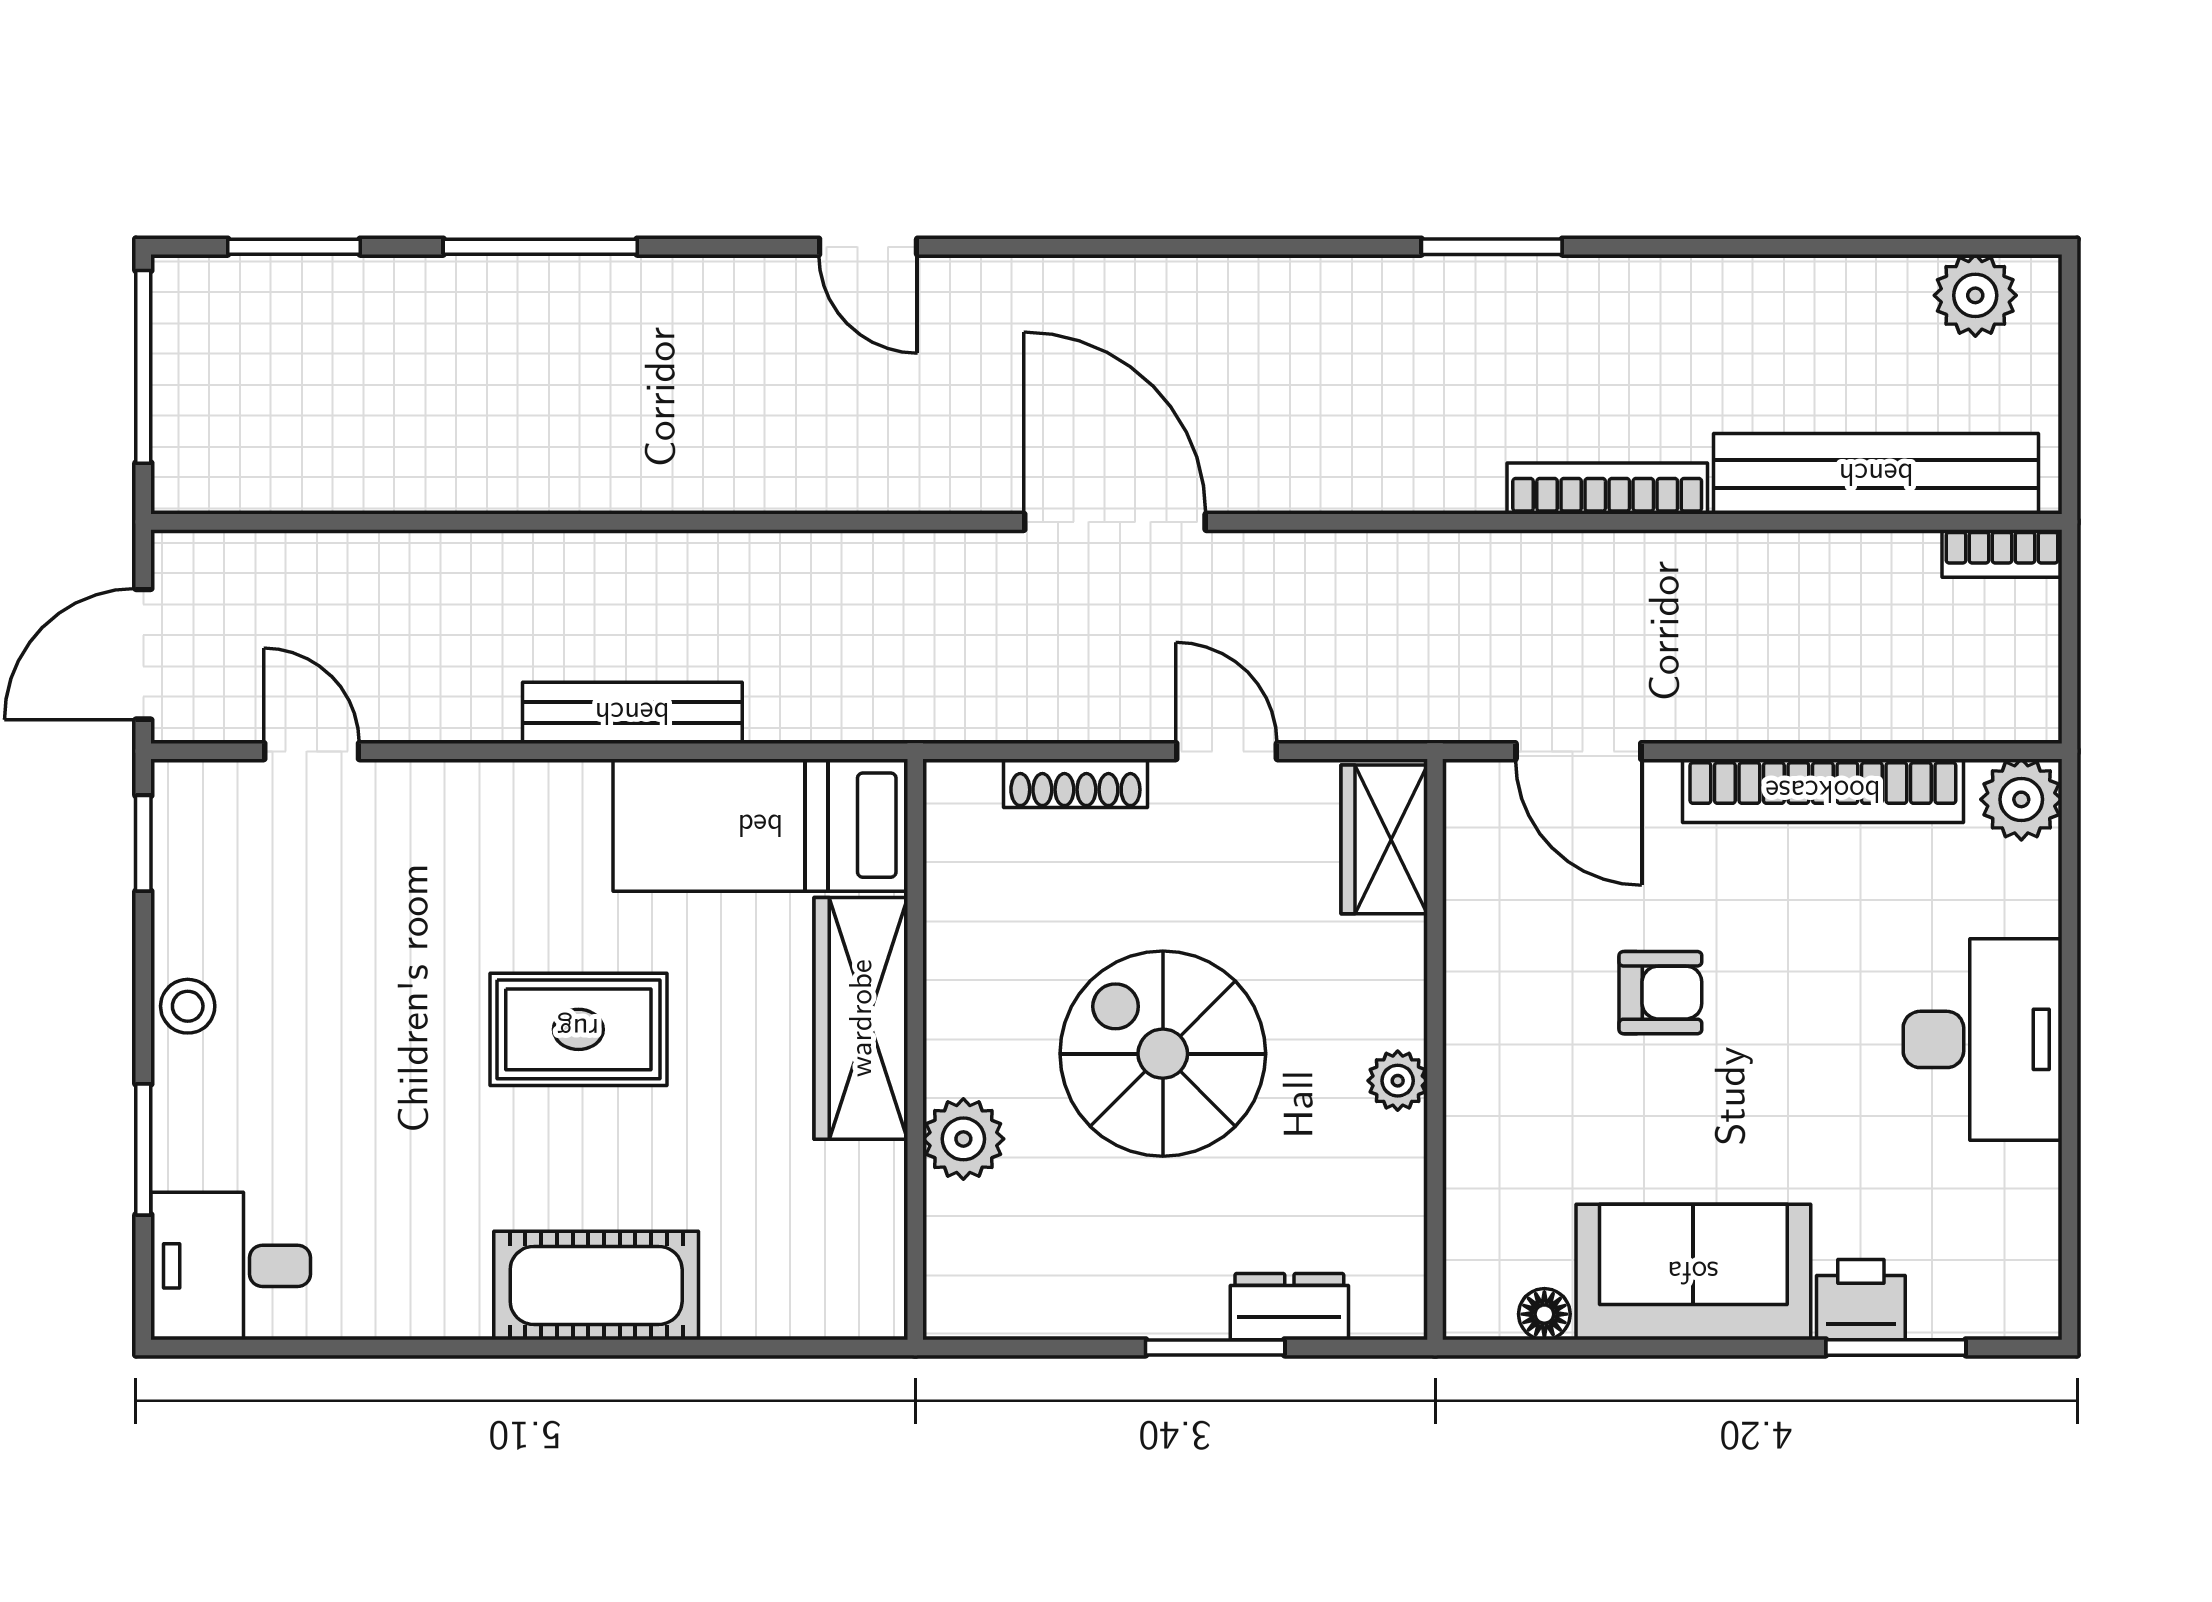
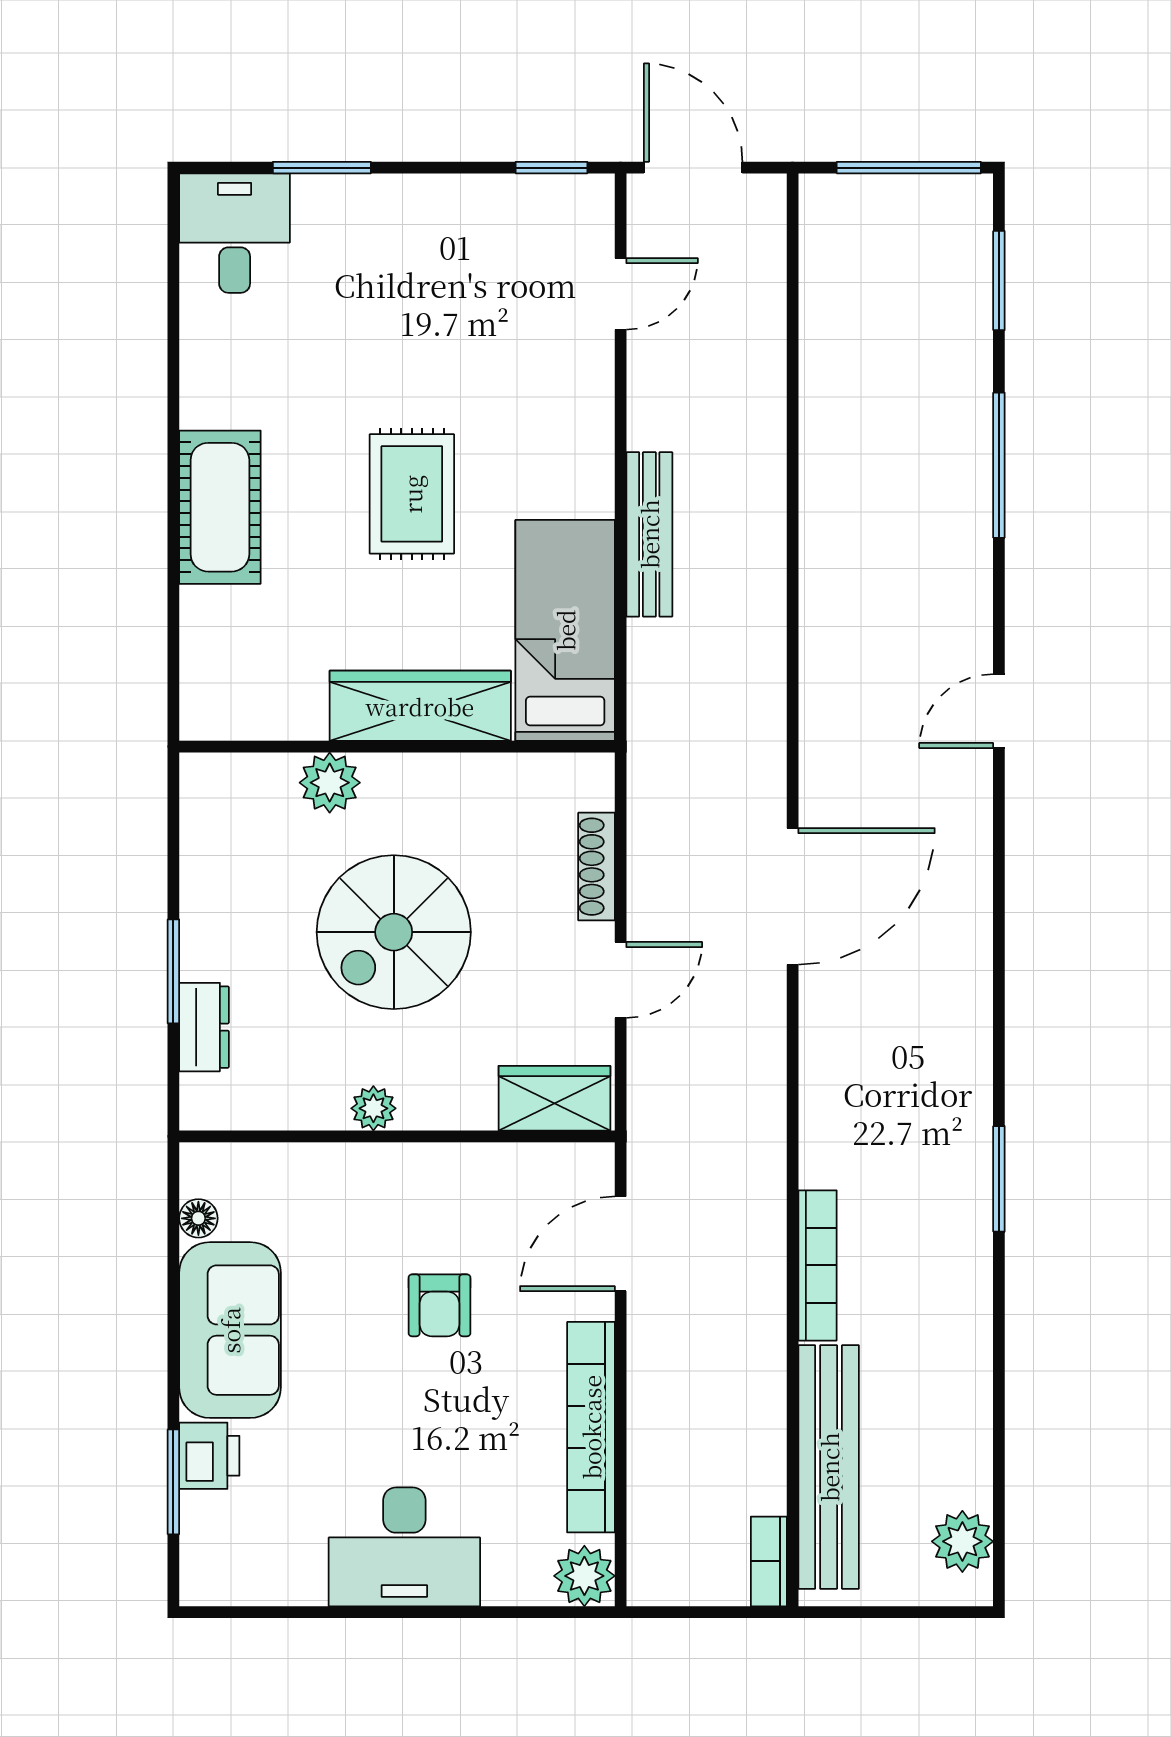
stool: (188, 1006) -> (429, 201), removed
spiral stairs: (1163, 1054) -> (394, 932), turned 180

